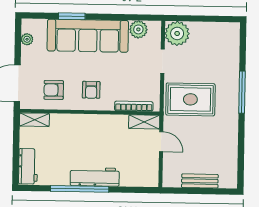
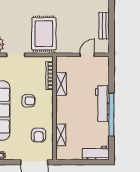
armchair: (91, 90) -> (28, 101), moved
shelving: (34, 120) -> (61, 135), moved
shelving: (144, 122) -> (61, 84), moved
door: (161, 142) -> (87, 55), moved

